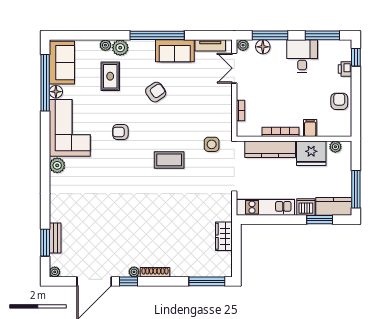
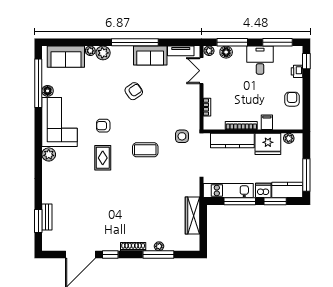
sofa: (62, 63) -> (66, 57), moved, turned 90
rug: (110, 76) -> (103, 158), moved
window: (279, 220) -> (240, 201), added
wardrobe: (224, 236) -> (192, 216), width x1.50
plant: (55, 272) -> (47, 246), removed
plant: (134, 272) -> (159, 246), moved
window: (207, 281) -> (158, 255), moved

